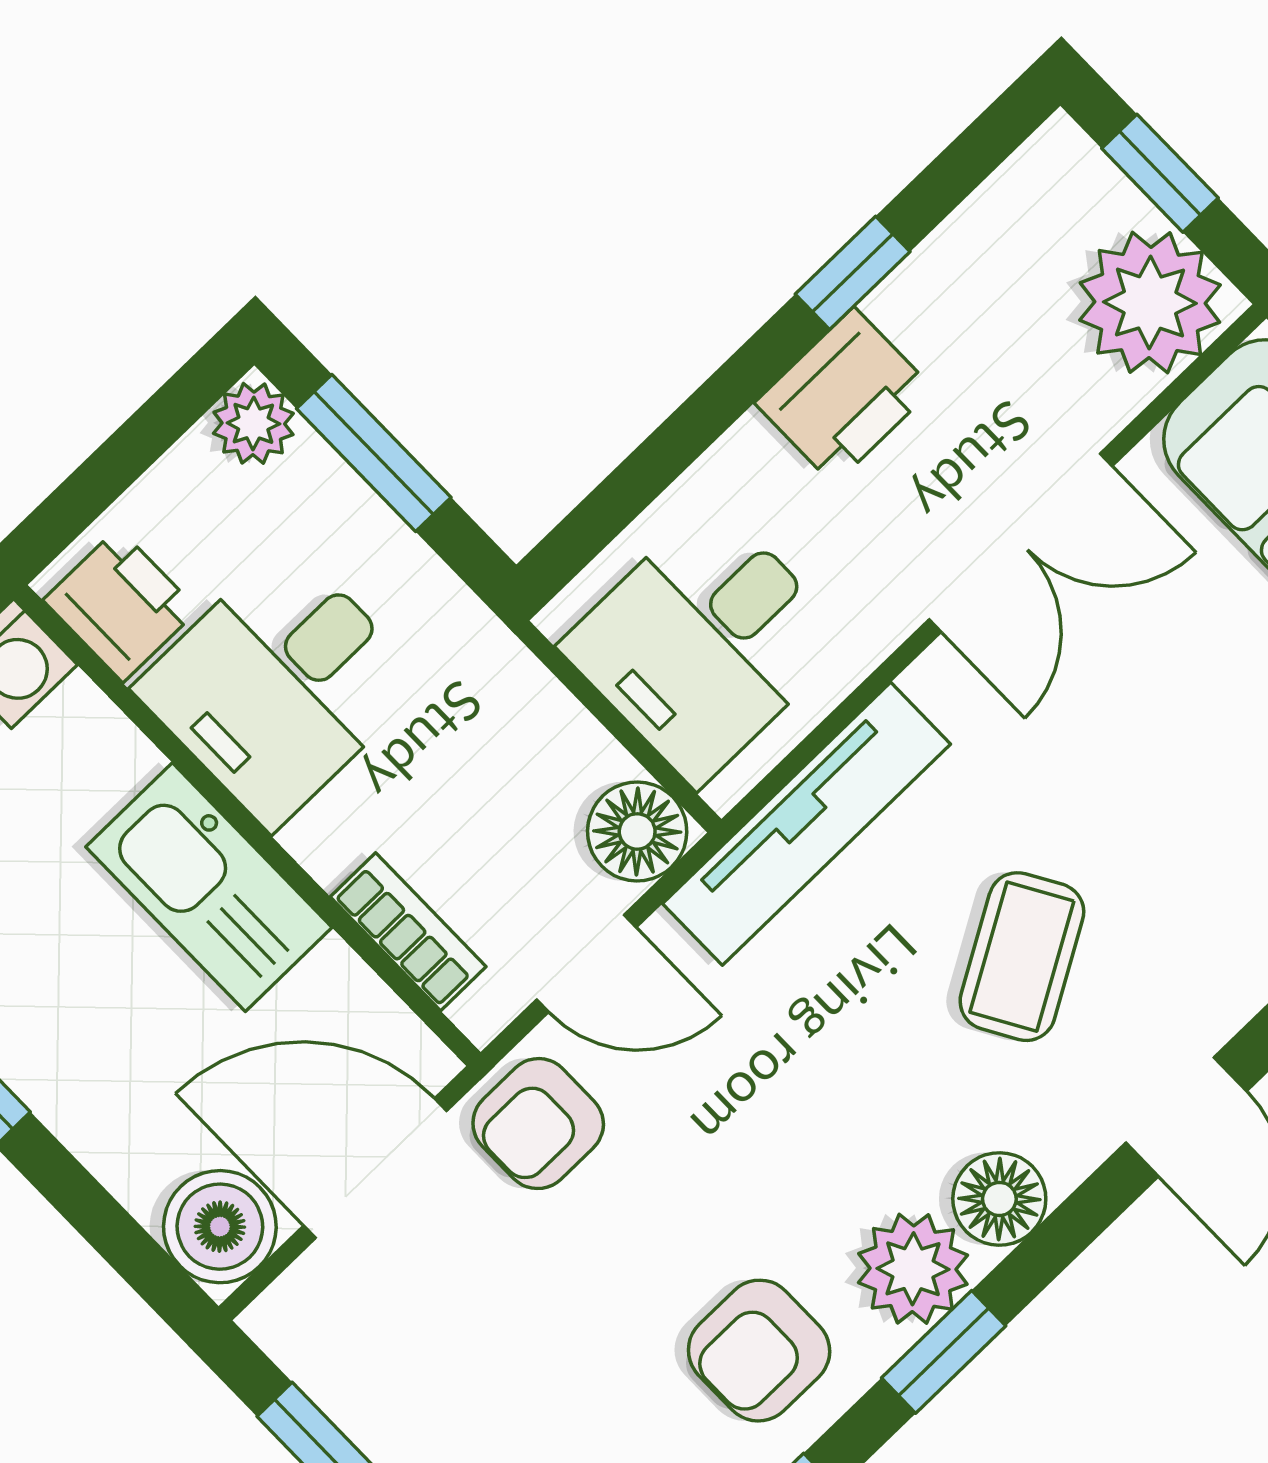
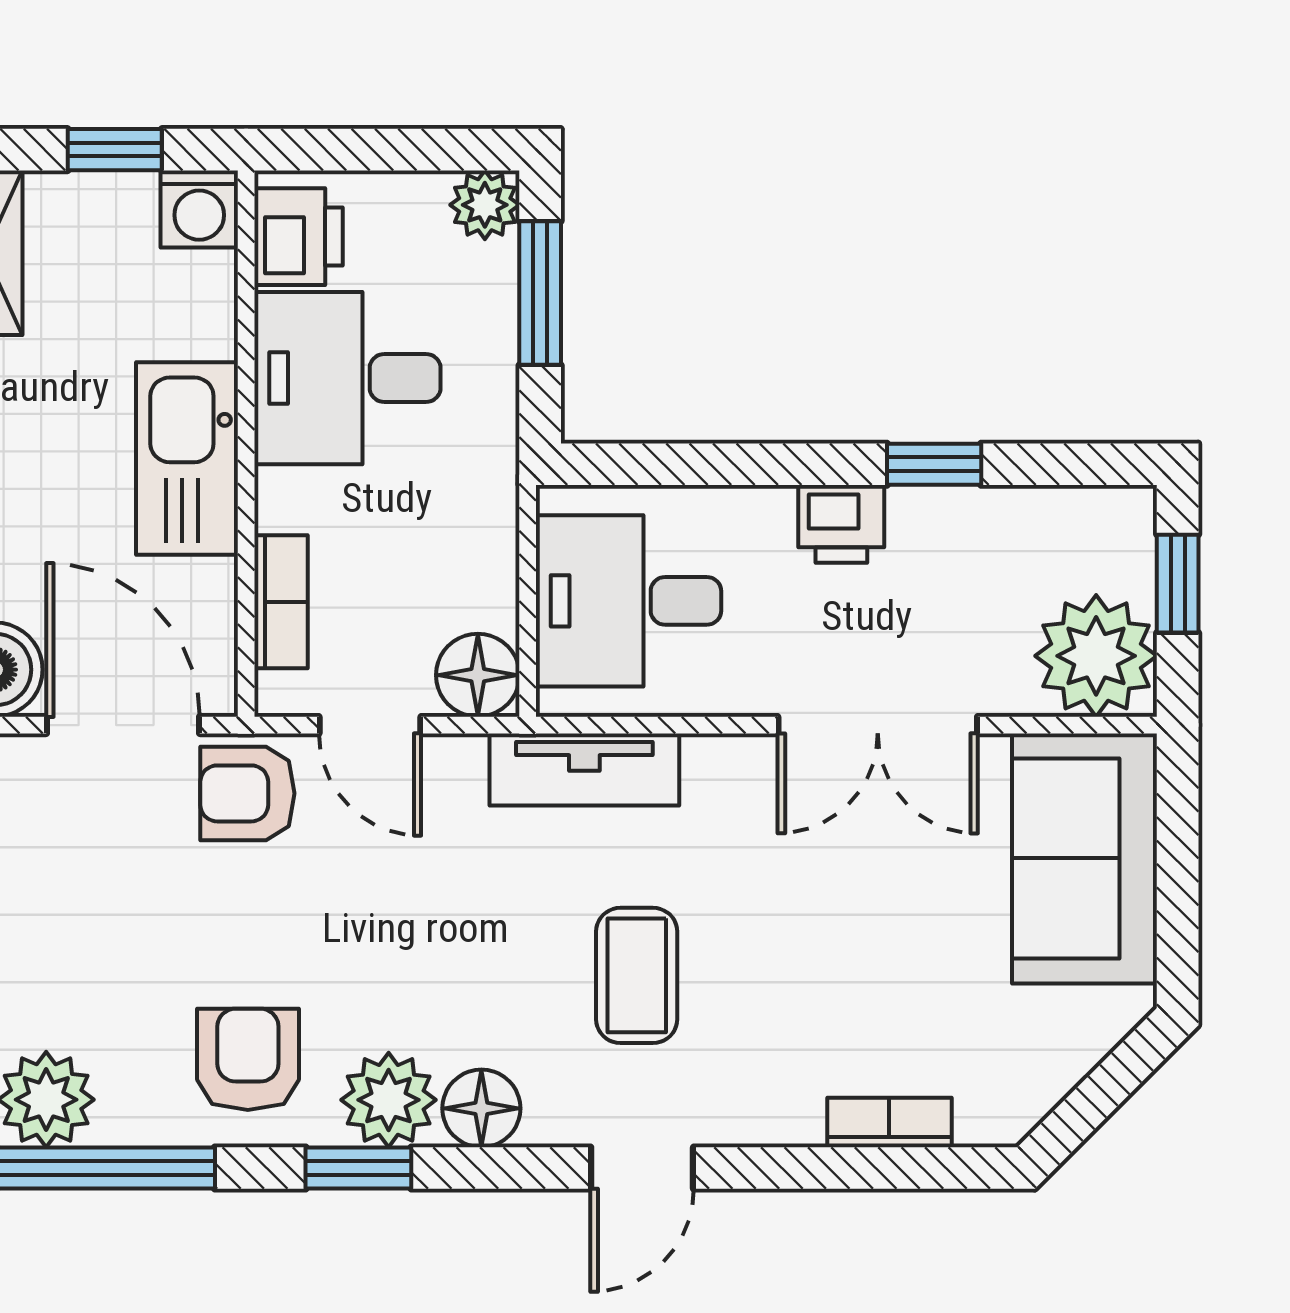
printer: (844, 396) -> (841, 524), width x0.73, depth x0.81
tv unit: (807, 824) -> (584, 769), width x0.71
coffee table: (1022, 957) -> (637, 975), turned -60
armchair: (759, 1351) -> (248, 1059), turned 90

